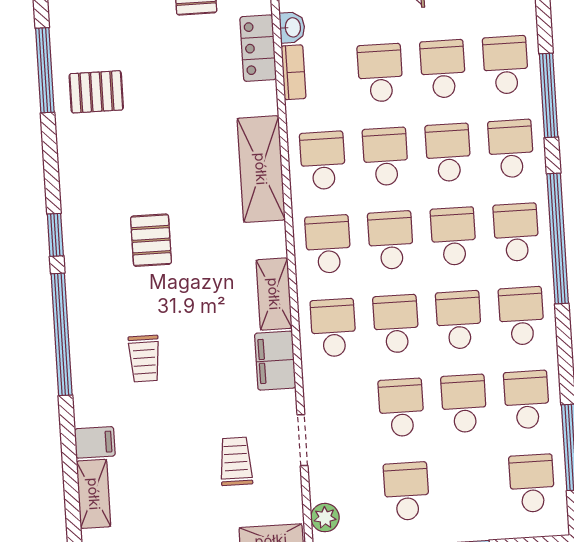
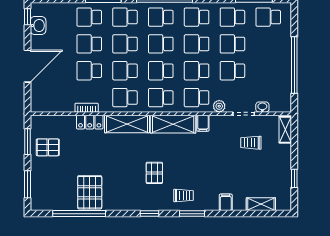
washbasin: (292, 27) -> (262, 107), moved
locker: (258, 48) -> (90, 122), moved
window: (45, 70) -> (79, 214), width x1.46
pallet: (96, 92) -> (90, 192), width x1.50, depth x1.42
pallet: (151, 240) -> (154, 173), turned 90
shelving: (274, 294) -> (173, 124), width x1.50, depth x1.33
window: (62, 334) -> (192, 214), width x0.47
trolley: (144, 359) -> (184, 195), moved
filing cabinet: (275, 361) -> (203, 123), width x0.50
filing cabinet: (95, 442) -> (226, 202), moved
school desk: (407, 491) -> (268, 71), removed
plant: (325, 518) -> (219, 106), moved

